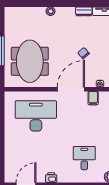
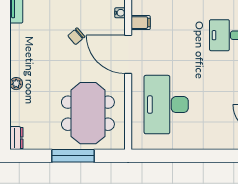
dresser: (84, 11) -> (16, 138), moved
meeting table: (30, 61) -> (88, 113), turned 90

